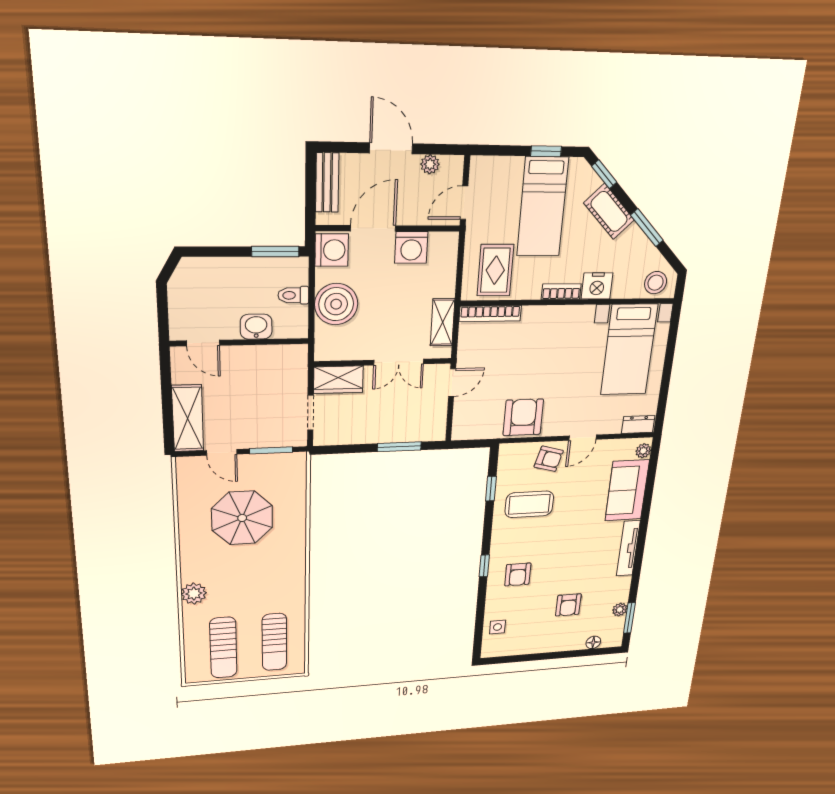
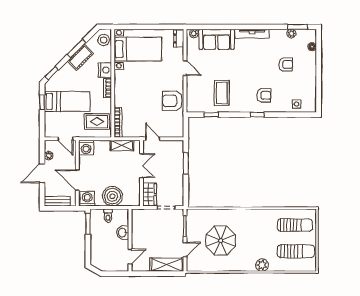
cot: (609, 212) -> (80, 57), moved
washing machine: (411, 247) -> (86, 148), moved, turned 90
armchair: (549, 459) -> (196, 85), removed

